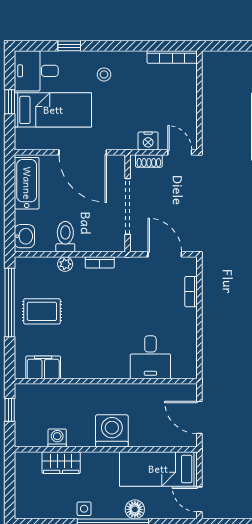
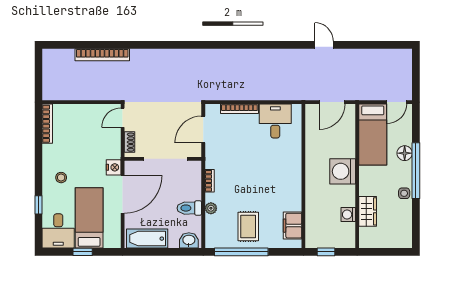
nightstand: (148, 141) -> (114, 167), moved
bookcase: (191, 292) -> (239, 109), width x1.56
desk: (150, 357) -> (275, 121), moved, turned -90

